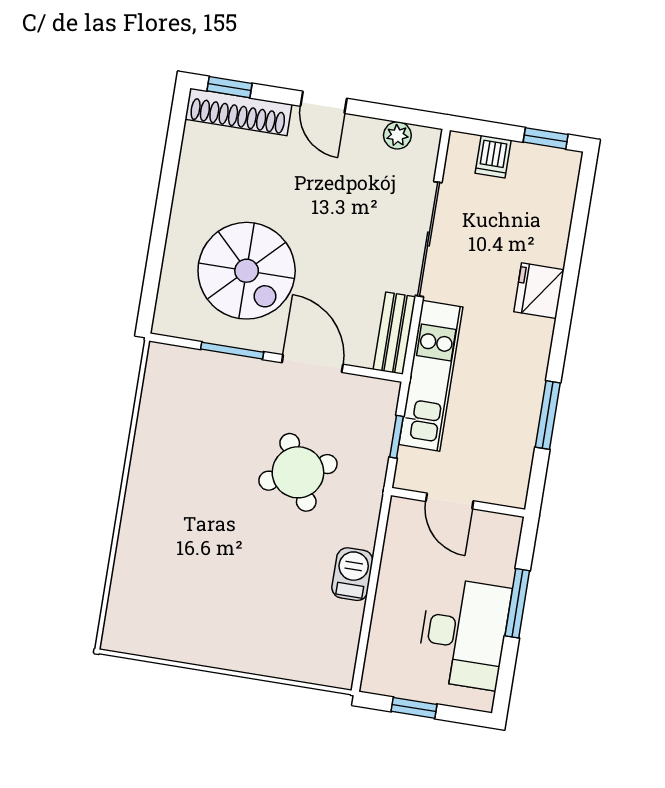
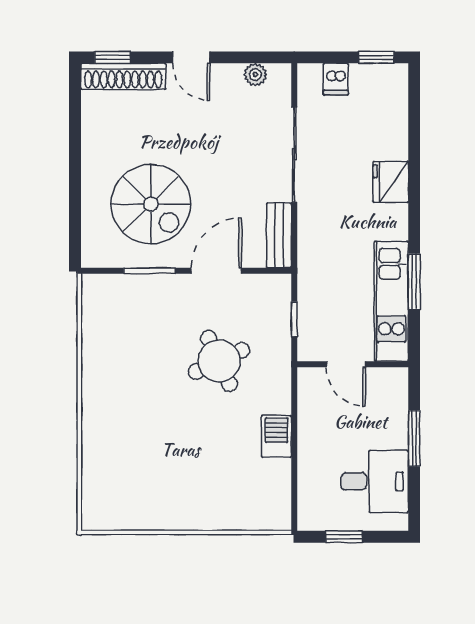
door: (312, 364) -> (216, 271), hinge flipped
kitchen unit: (431, 376) -> (391, 301), moved, turned 180
desk: (464, 633) -> (375, 481), width x0.73

